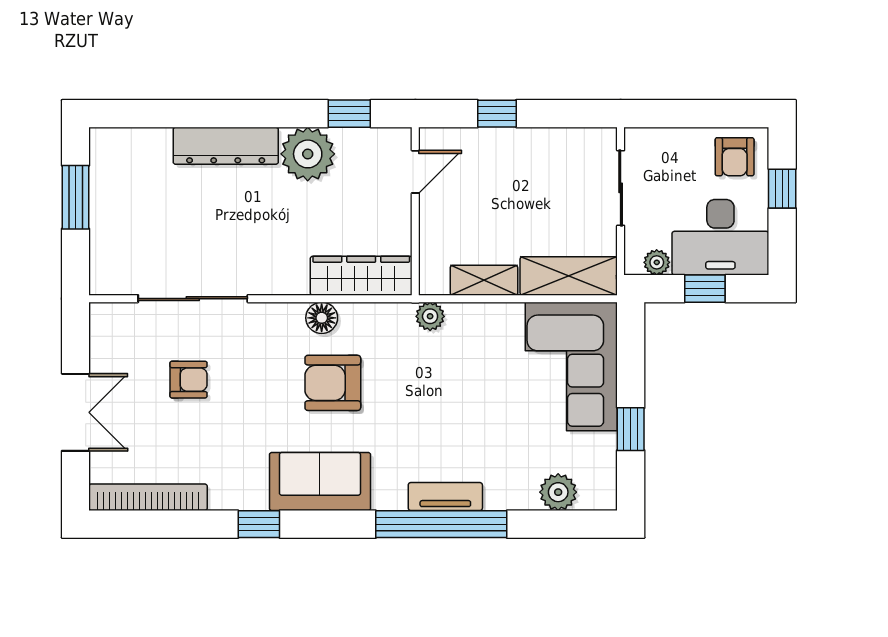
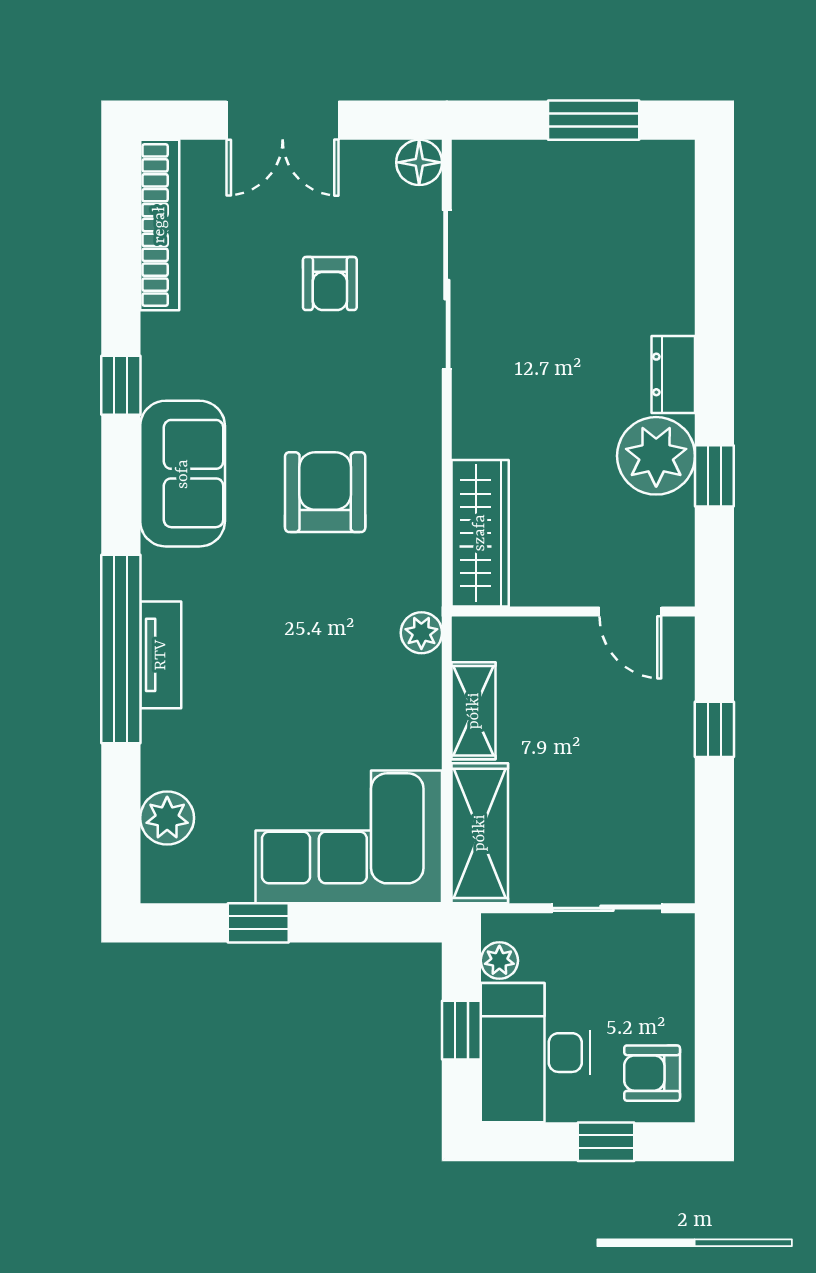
window: (349, 114) -> (714, 476), moved
dresser: (226, 146) -> (673, 374), width x0.51, depth x0.80
floor lamp: (322, 318) -> (419, 162), moved

